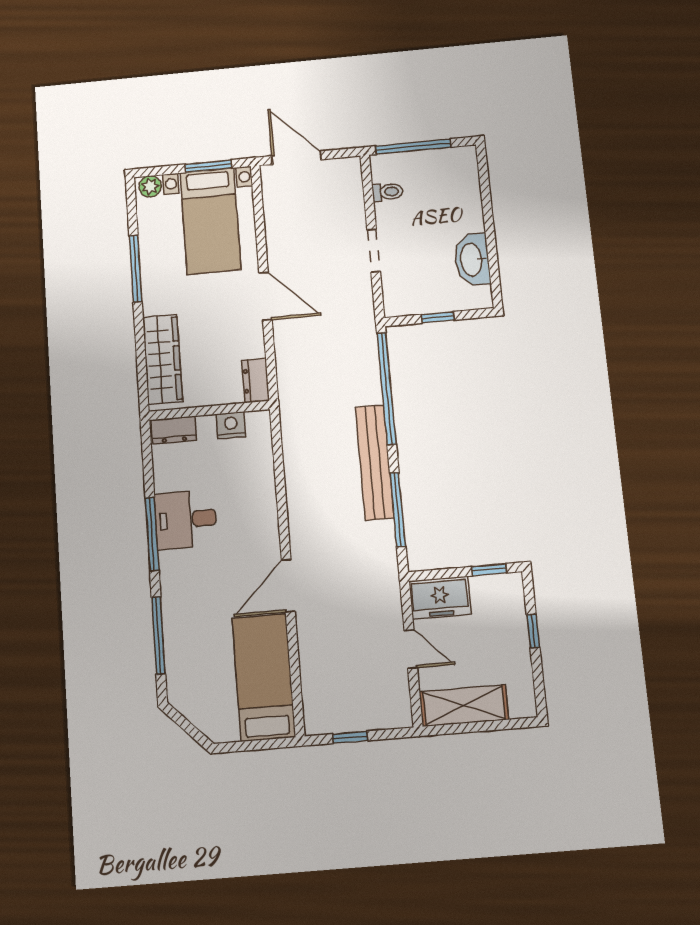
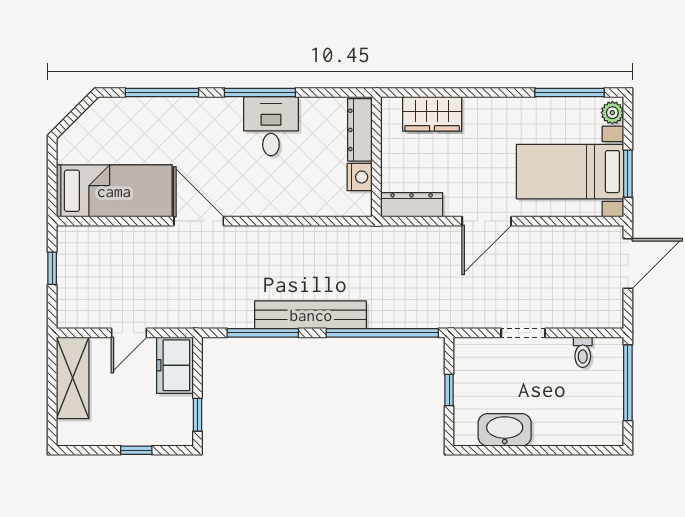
window: (136, 268) -> (569, 93), moved
wardrobe: (163, 359) -> (432, 114), width x0.67
dresser: (256, 381) -> (412, 205), width x1.44
dresser: (174, 430) -> (360, 130), width x1.44

